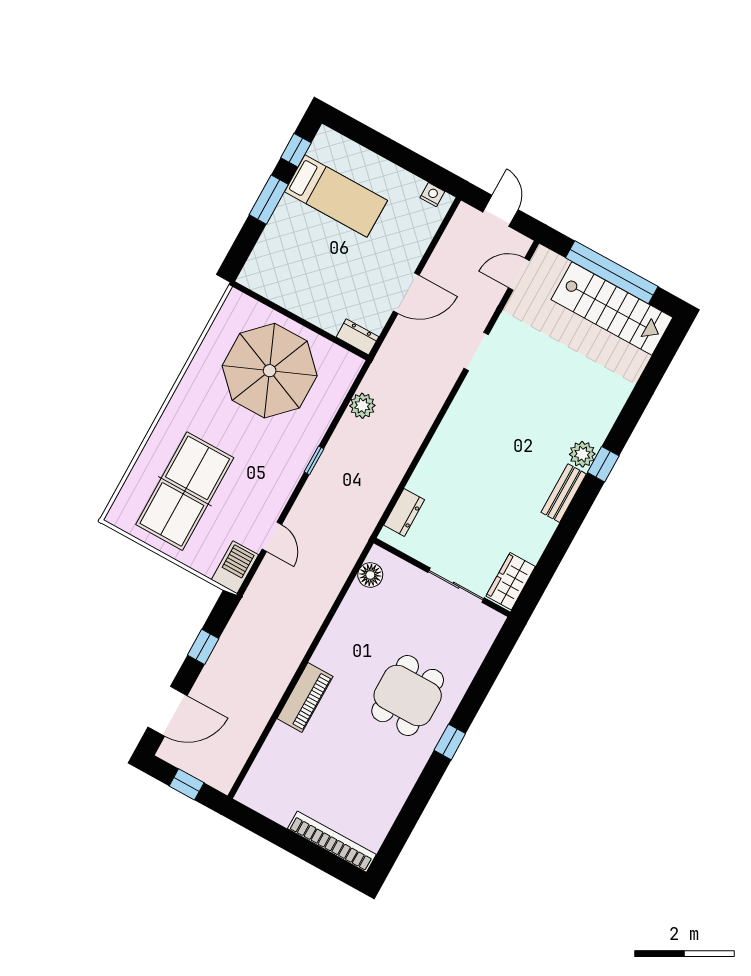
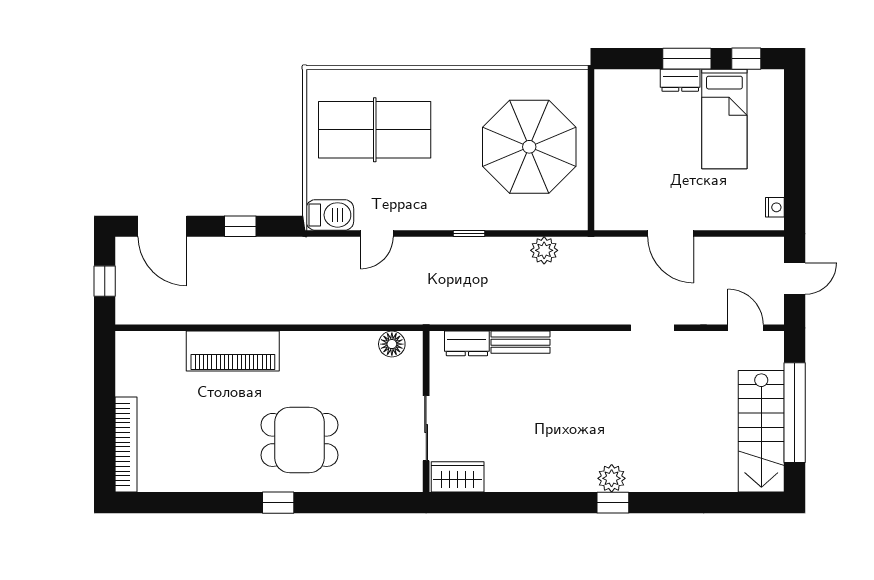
dresser: (357, 337) -> (680, 80), moved, turned 90
bench: (564, 493) -> (521, 342), moved
piano: (305, 698) -> (233, 351), width x1.37, depth x1.33

